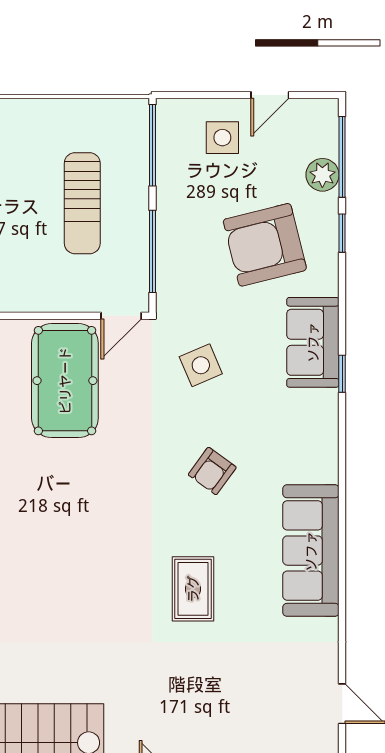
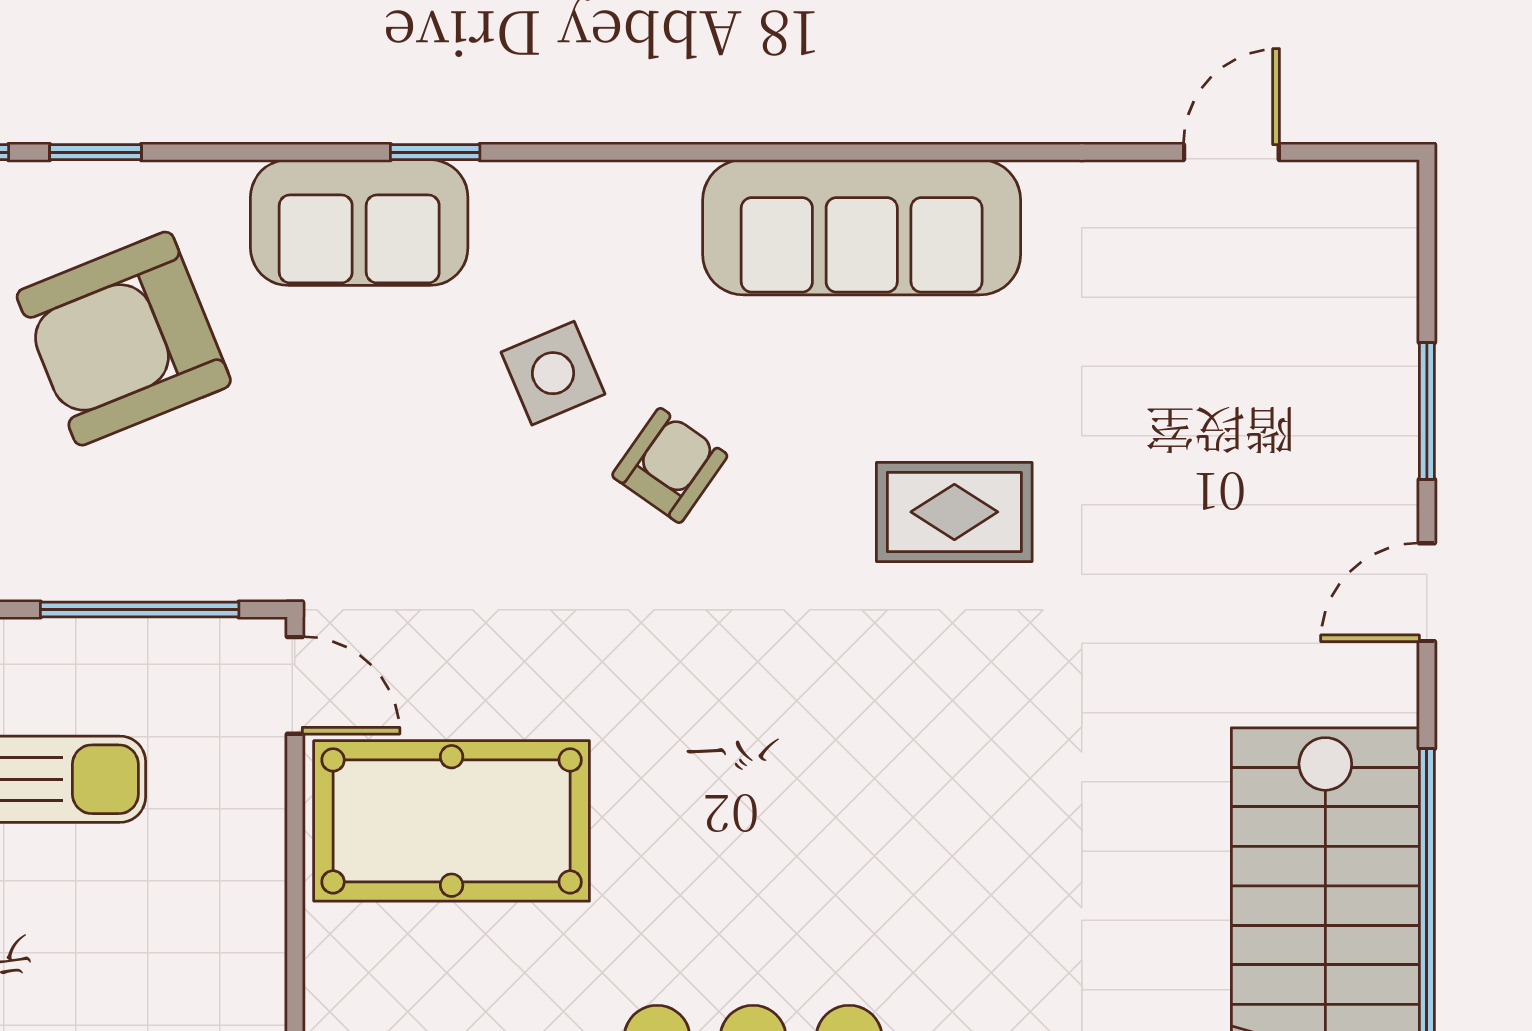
armchair: (265, 245) -> (124, 339), turned 82
side table: (201, 365) -> (553, 373), moved
armchair: (212, 471) -> (670, 465), turned -91

